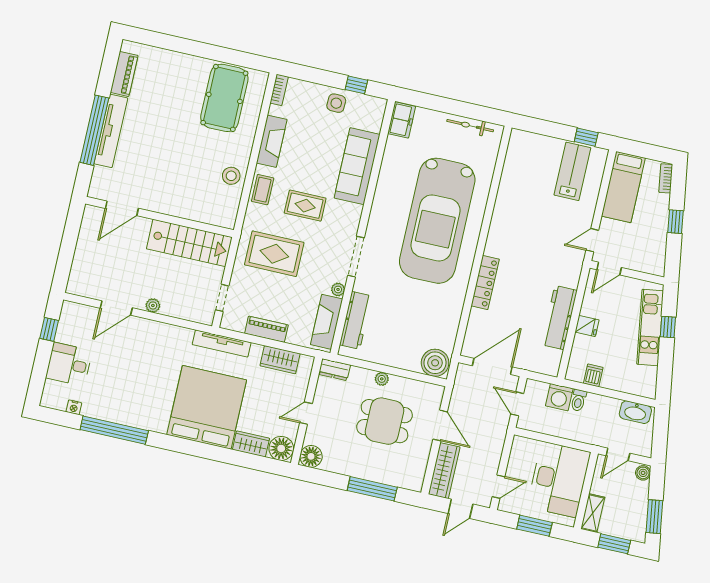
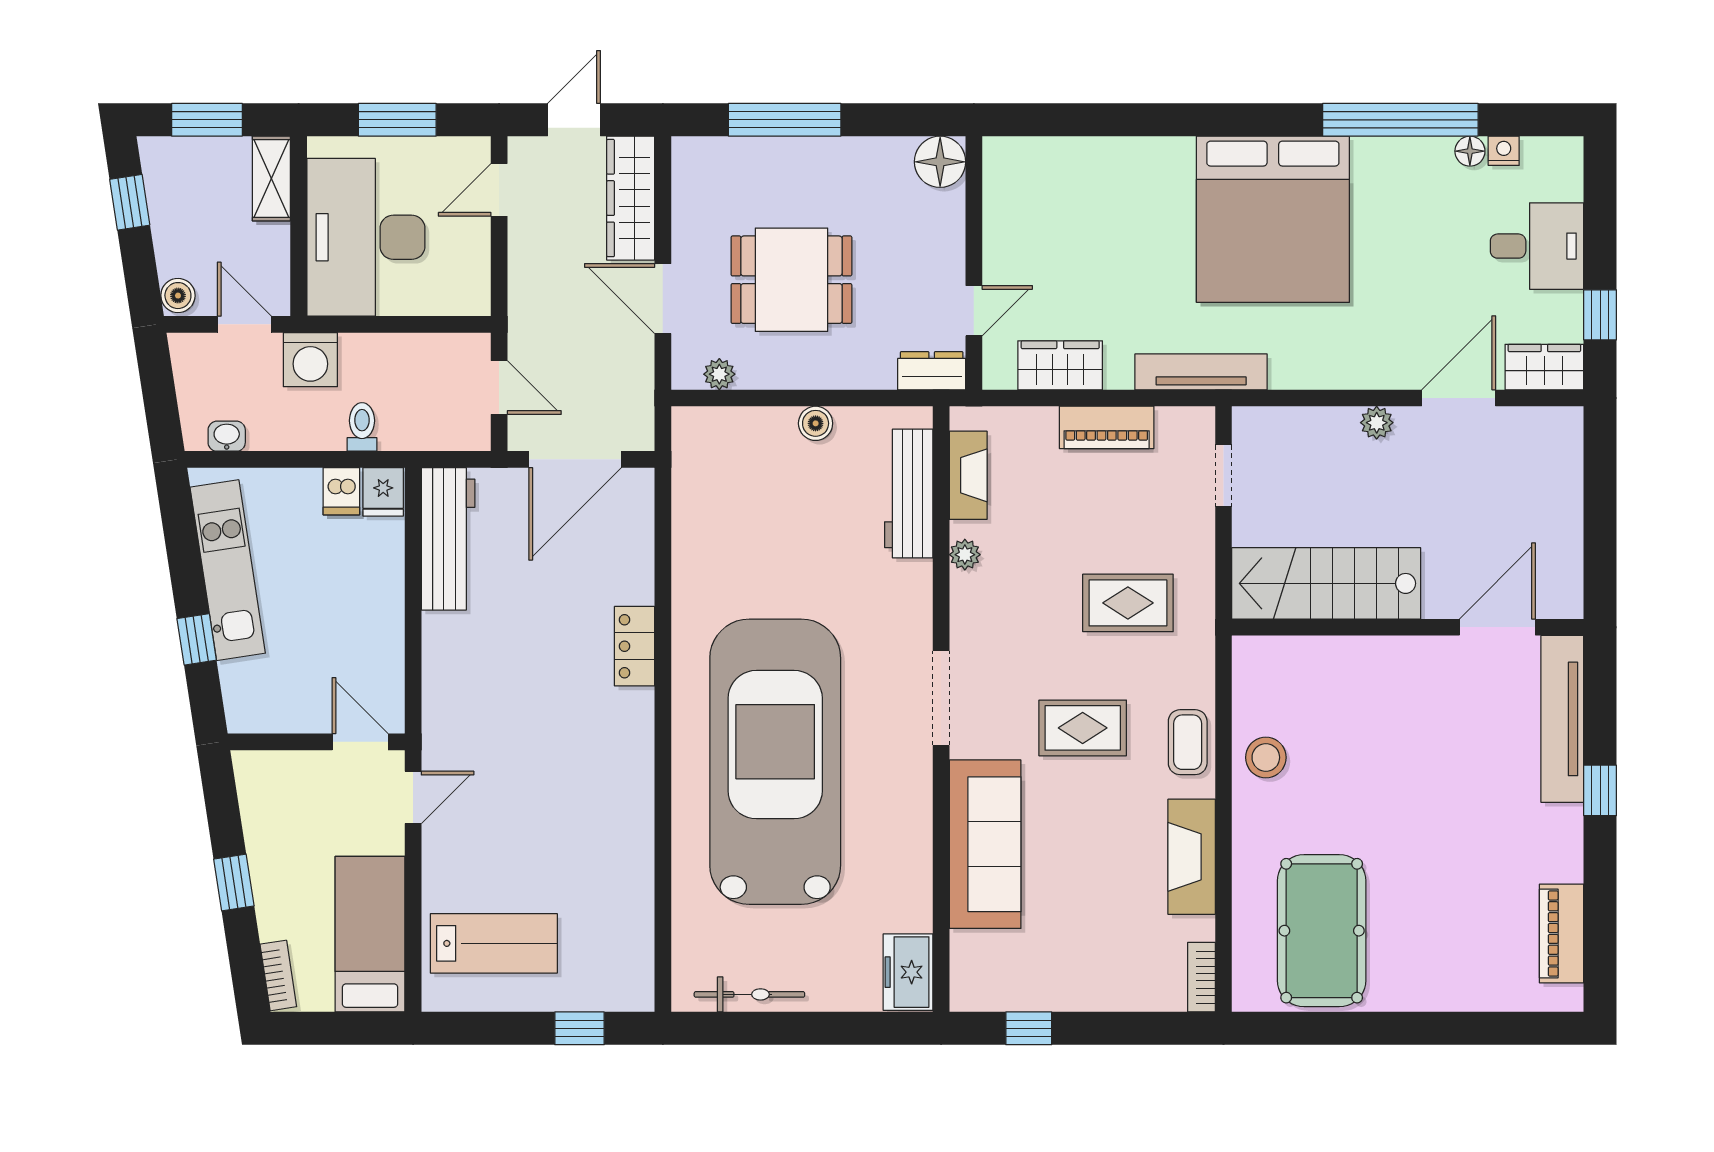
side table: (336, 103) -> (1065, 977), removed
window: (94, 130) -> (1600, 790), width x0.32
tv unit: (111, 131) -> (1562, 719), moved
window: (586, 137) -> (579, 1028), moved
lab bench: (572, 171) -> (494, 943), turned -90
rug: (274, 254) -> (1128, 603), width x0.73, depth x0.70
doorway: (356, 257) -> (941, 698), moved
door: (609, 269) -> (360, 742), hinge flipped
locker: (485, 282) -> (635, 646), width x0.66
workbench: (559, 318) -> (448, 539), moved
fireplace: (327, 322) -> (968, 475), width x0.73, depth x0.76
fridge: (587, 326) -> (383, 492), moved, turned -90
kitchen unit: (650, 327) -> (228, 570), moved
boiler: (435, 363) -> (816, 423), moved, width x0.54, depth x0.54
plant: (382, 379) -> (719, 374), moved
washing machine: (559, 397) -> (310, 360), moved, turned 180
bed: (207, 407) -> (1273, 219), moved
washbasin: (635, 412) -> (227, 436), width x0.52, depth x0.69
door: (306, 413) -> (974, 311), moved
wardrobe: (251, 444) -> (1544, 367), moved, turned 180
floor lamp: (281, 448) -> (1470, 151), moved, width x0.53, depth x0.53
door: (618, 454) -> (244, 324), hinge flipped
window: (654, 517) -> (130, 202), width x0.67

